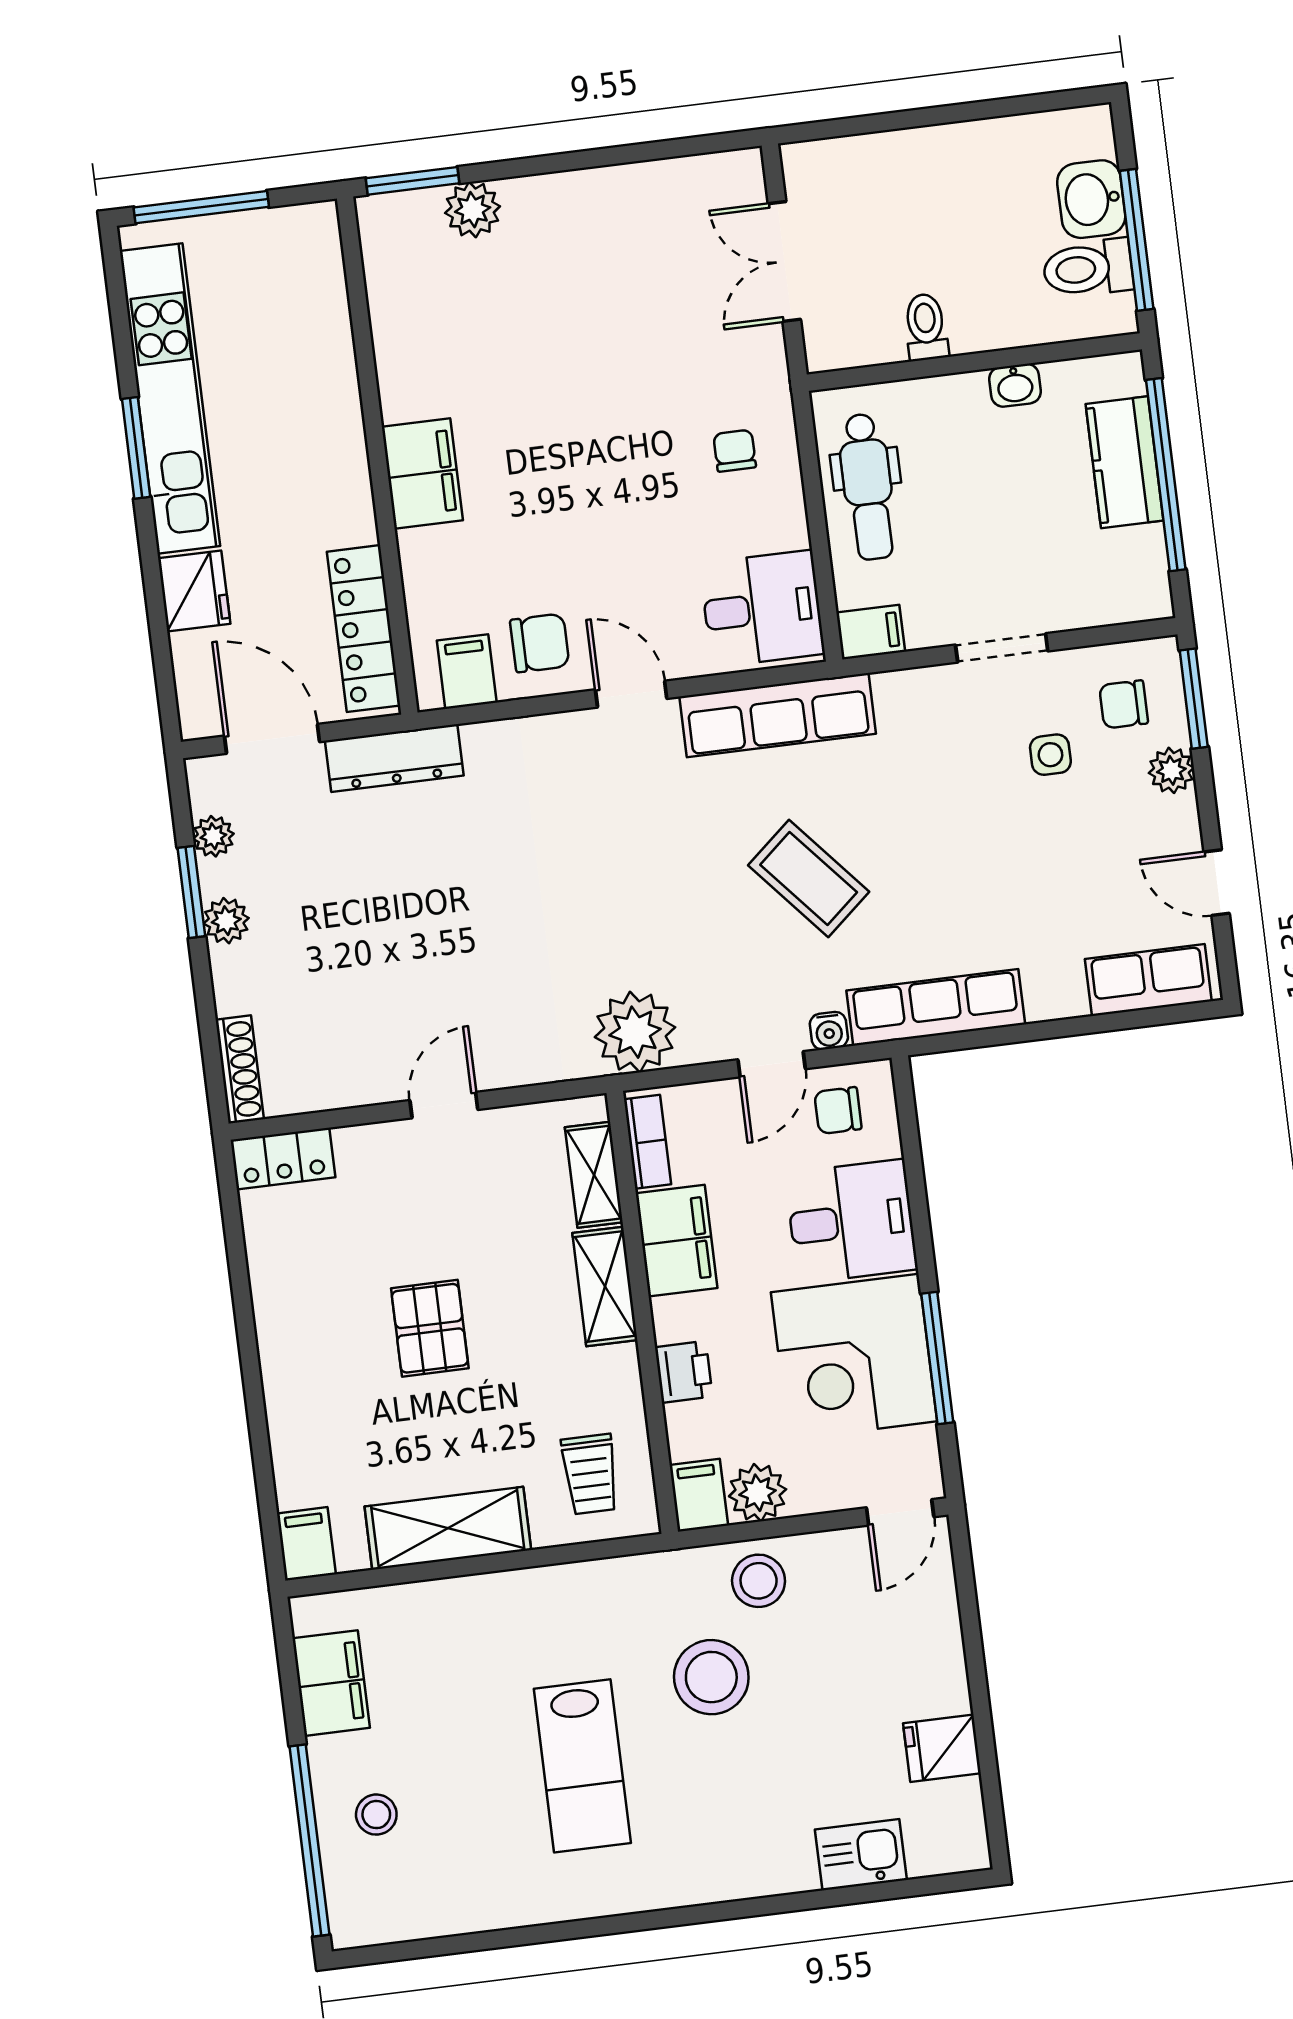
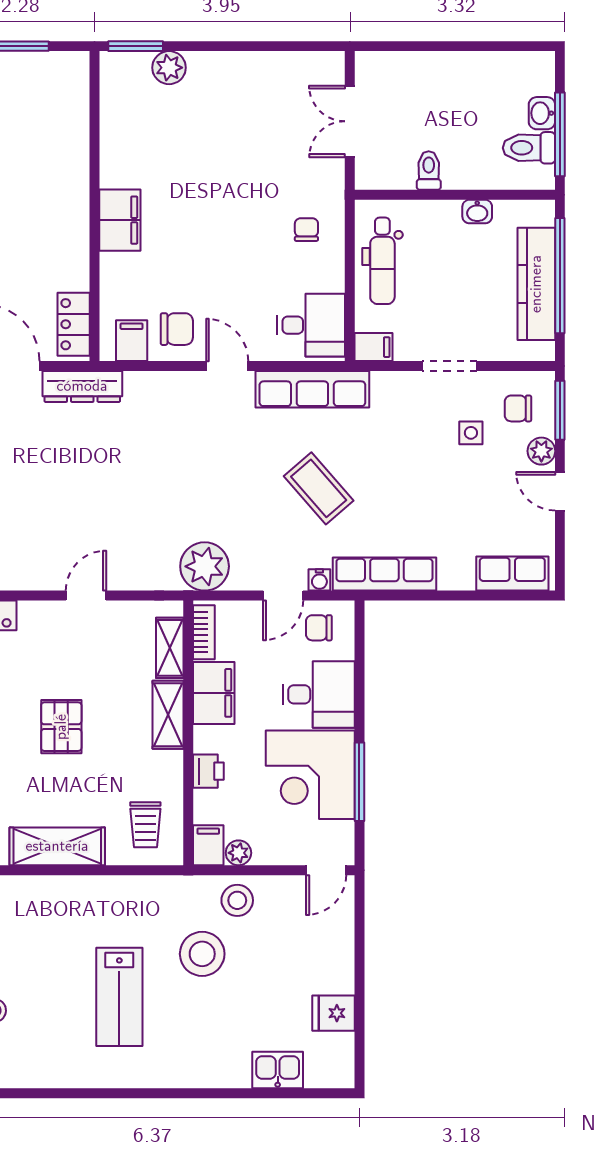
washbasin: (1091, 199) -> (542, 113), width x0.72, depth x0.69
kitchen counter: (1124, 462) -> (536, 284), width x1.50
locker: (364, 629) -> (74, 324), width x0.66
door: (1217, 883) -> (560, 491), moved
plant: (758, 1493) -> (238, 853), width x0.73, depth x0.73

